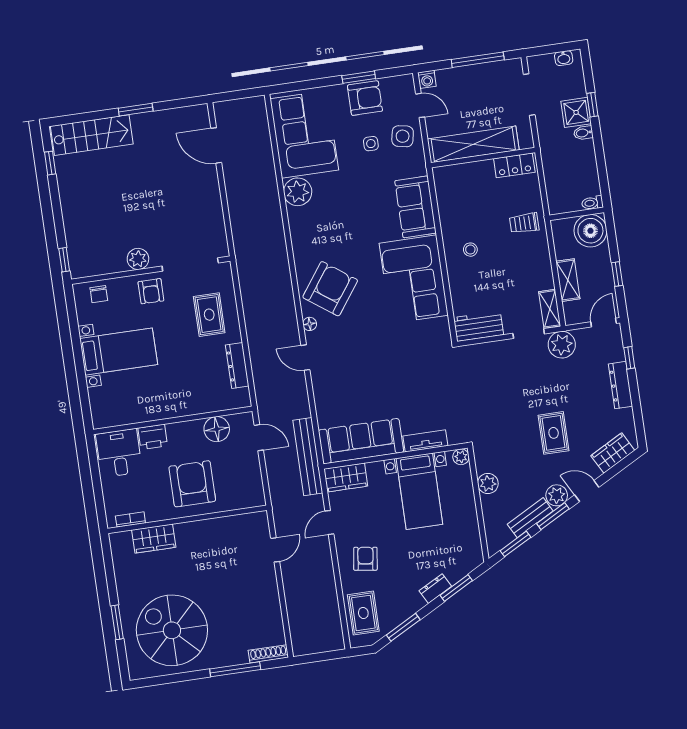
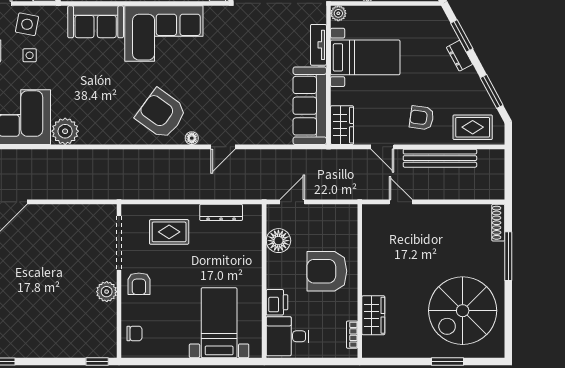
armchair: (151, 291) -> (139, 284), turned 90
bed with nightstands: (119, 352) -> (219, 323), moved
bench: (308, 457) -> (440, 158), moved

